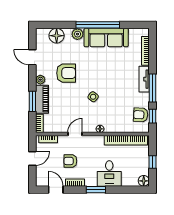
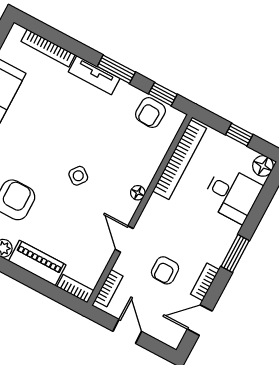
window: (152, 88) -> (116, 69), width x0.69
window: (32, 101) -> (32, 281), removed
desk: (109, 173) -> (232, 194), moved

